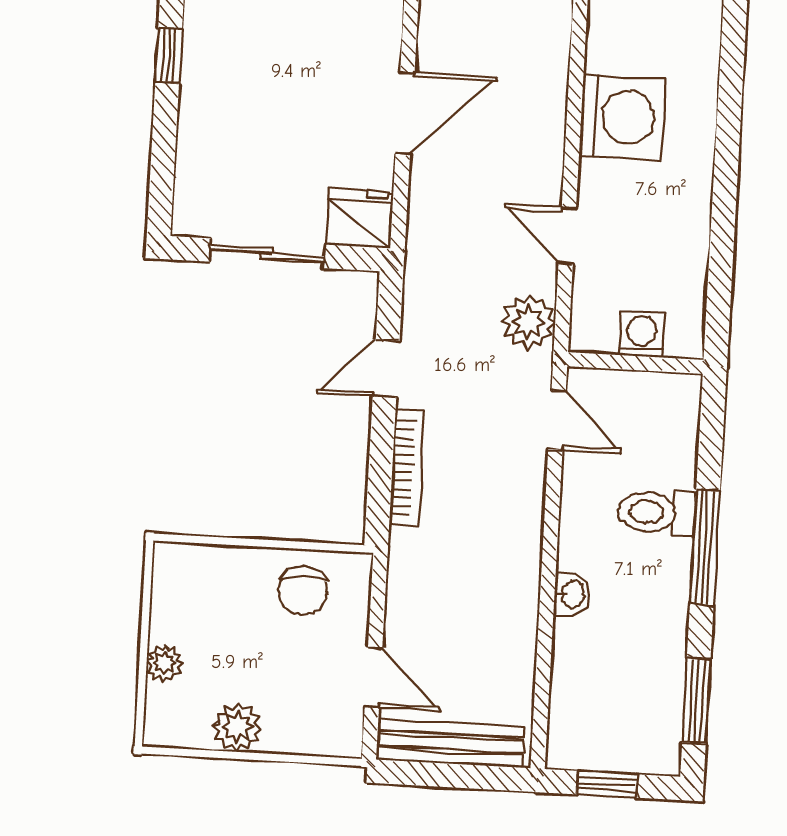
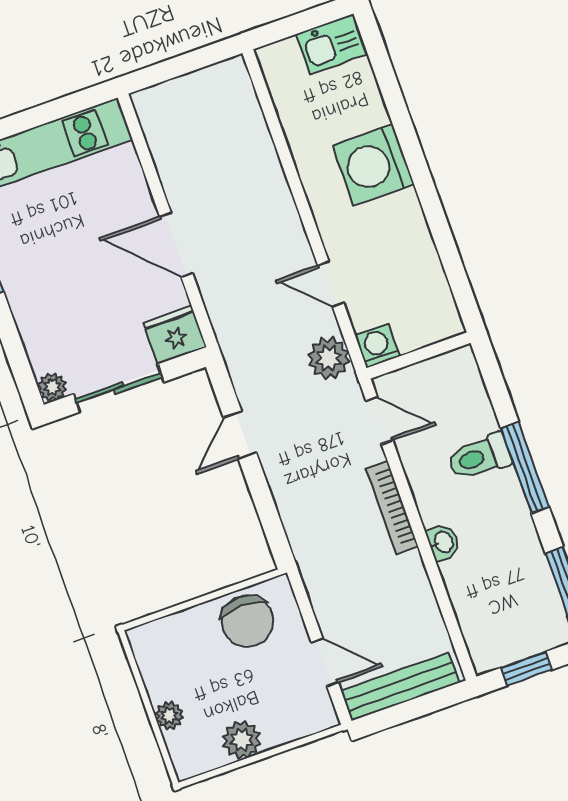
door: (405, 113) -> (176, 245), swing flipped
washing machine: (622, 117) -> (373, 165), moved, turned 180
plant: (189, 219) -> (52, 387), added
washing machine: (642, 334) -> (377, 346), moved
bookcase: (407, 468) -> (392, 507), moved, turned 180
chair: (303, 591) -> (247, 621), width x1.37, depth x1.37

